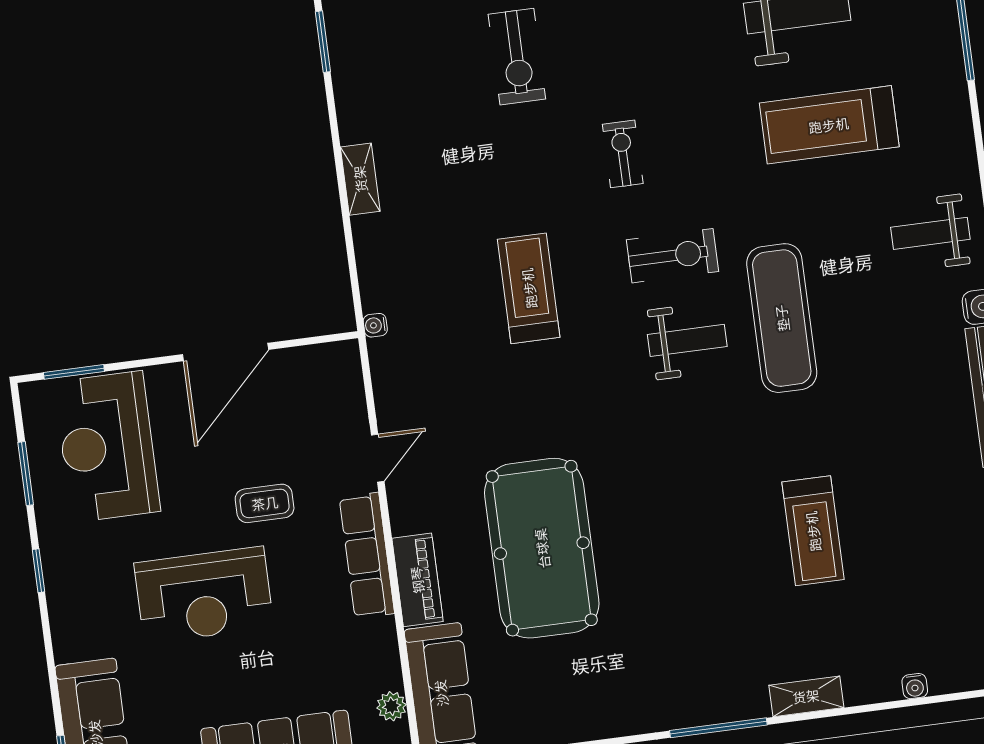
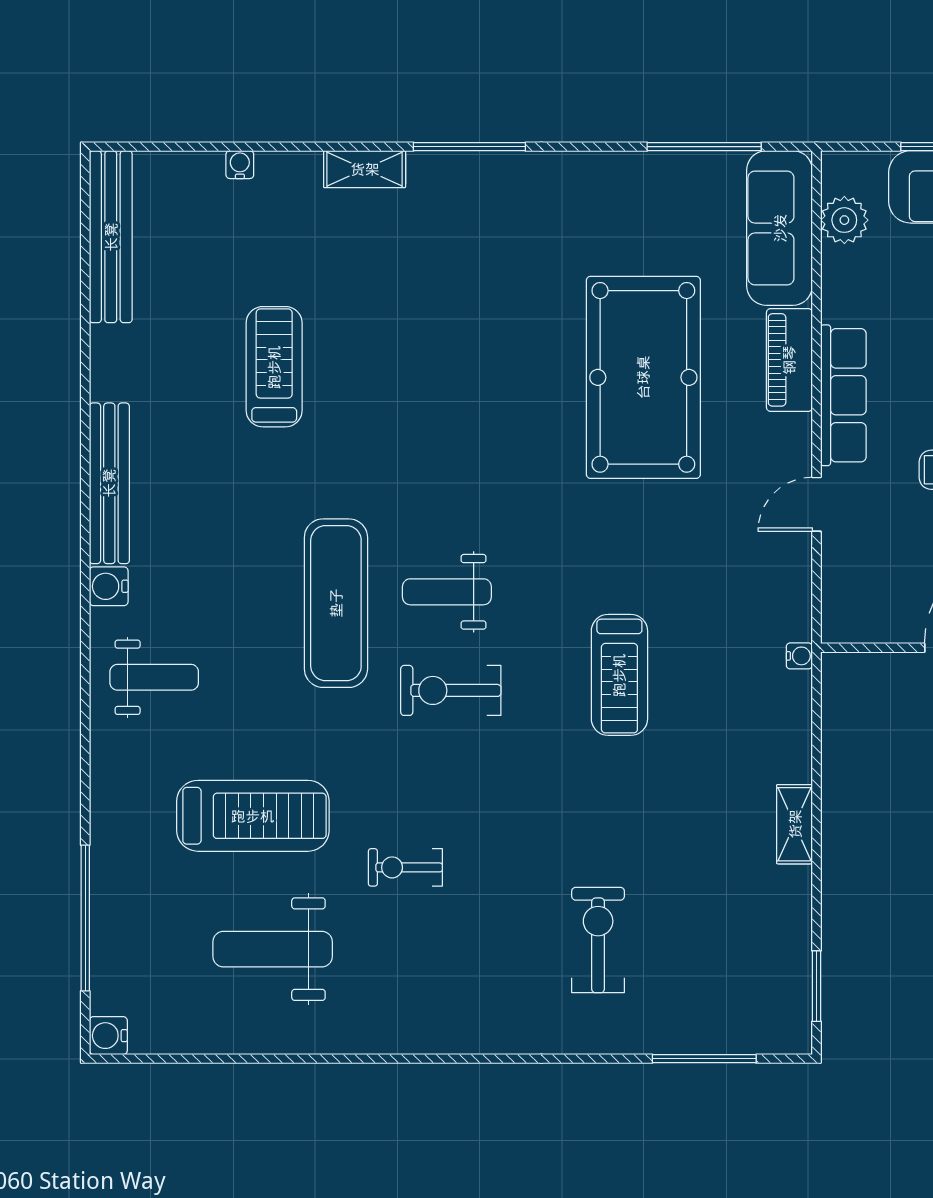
exercise bike: (623, 154) -> (405, 867), moved, turned 90
treadmill: (813, 531) -> (274, 367), moved
plant: (392, 706) -> (844, 220), width x1.38, depth x1.38

